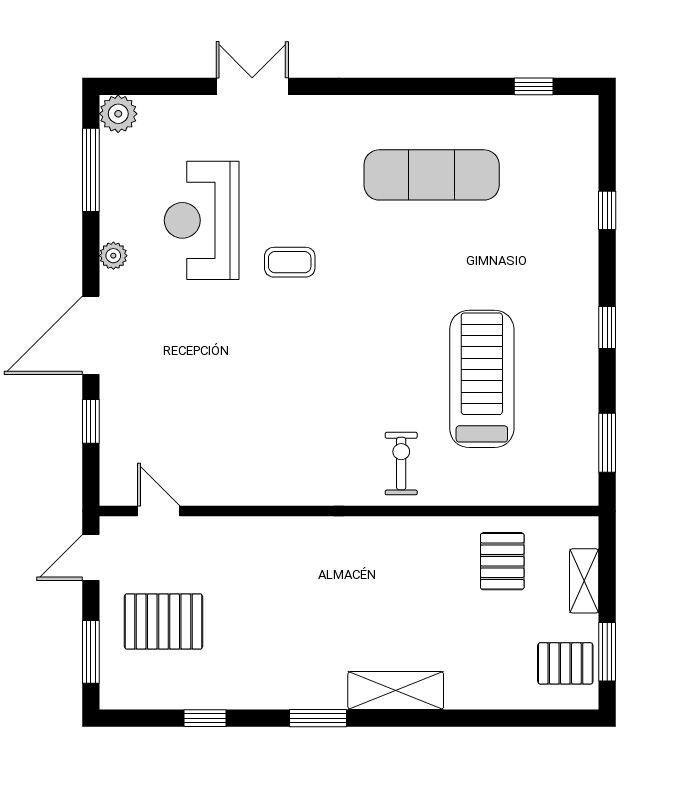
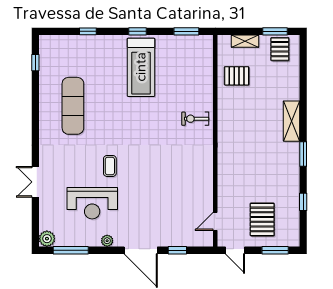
treadmill: (482, 379) -> (141, 67), moved, turned -90

